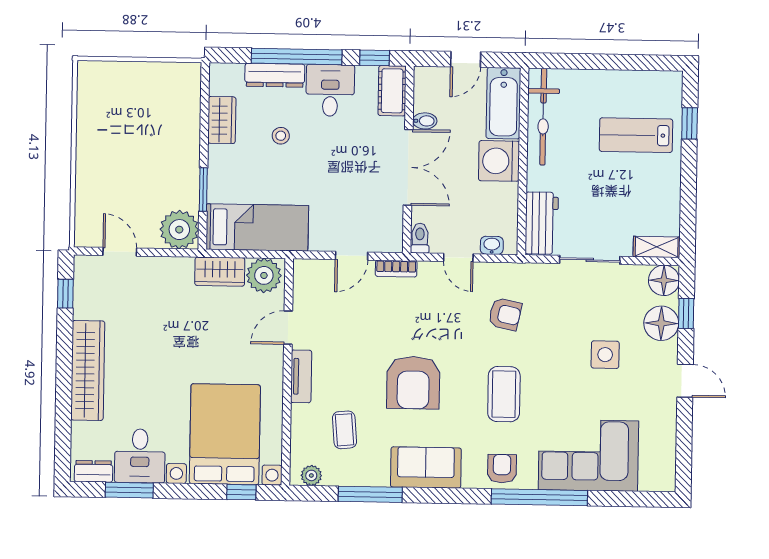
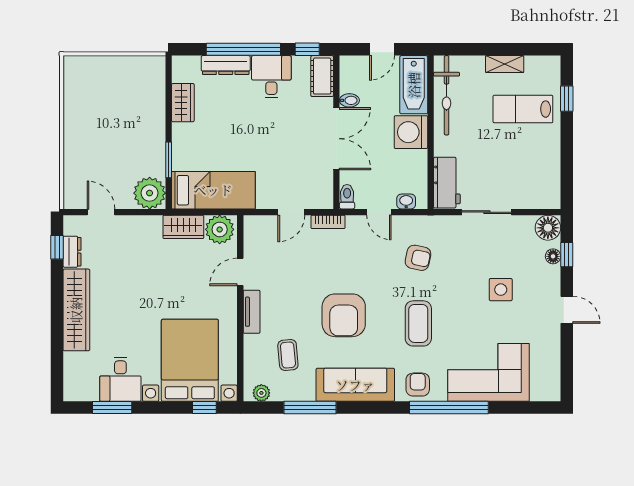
stool: (281, 136) -> (231, 115), removed
shelving: (657, 247) -> (505, 64), moved
floor lamp: (661, 323) -> (553, 256), width x0.53, depth x0.53
sofa: (426, 468) -> (355, 385), width x1.36
dresser: (94, 471) -> (72, 252), moved, turned 90

